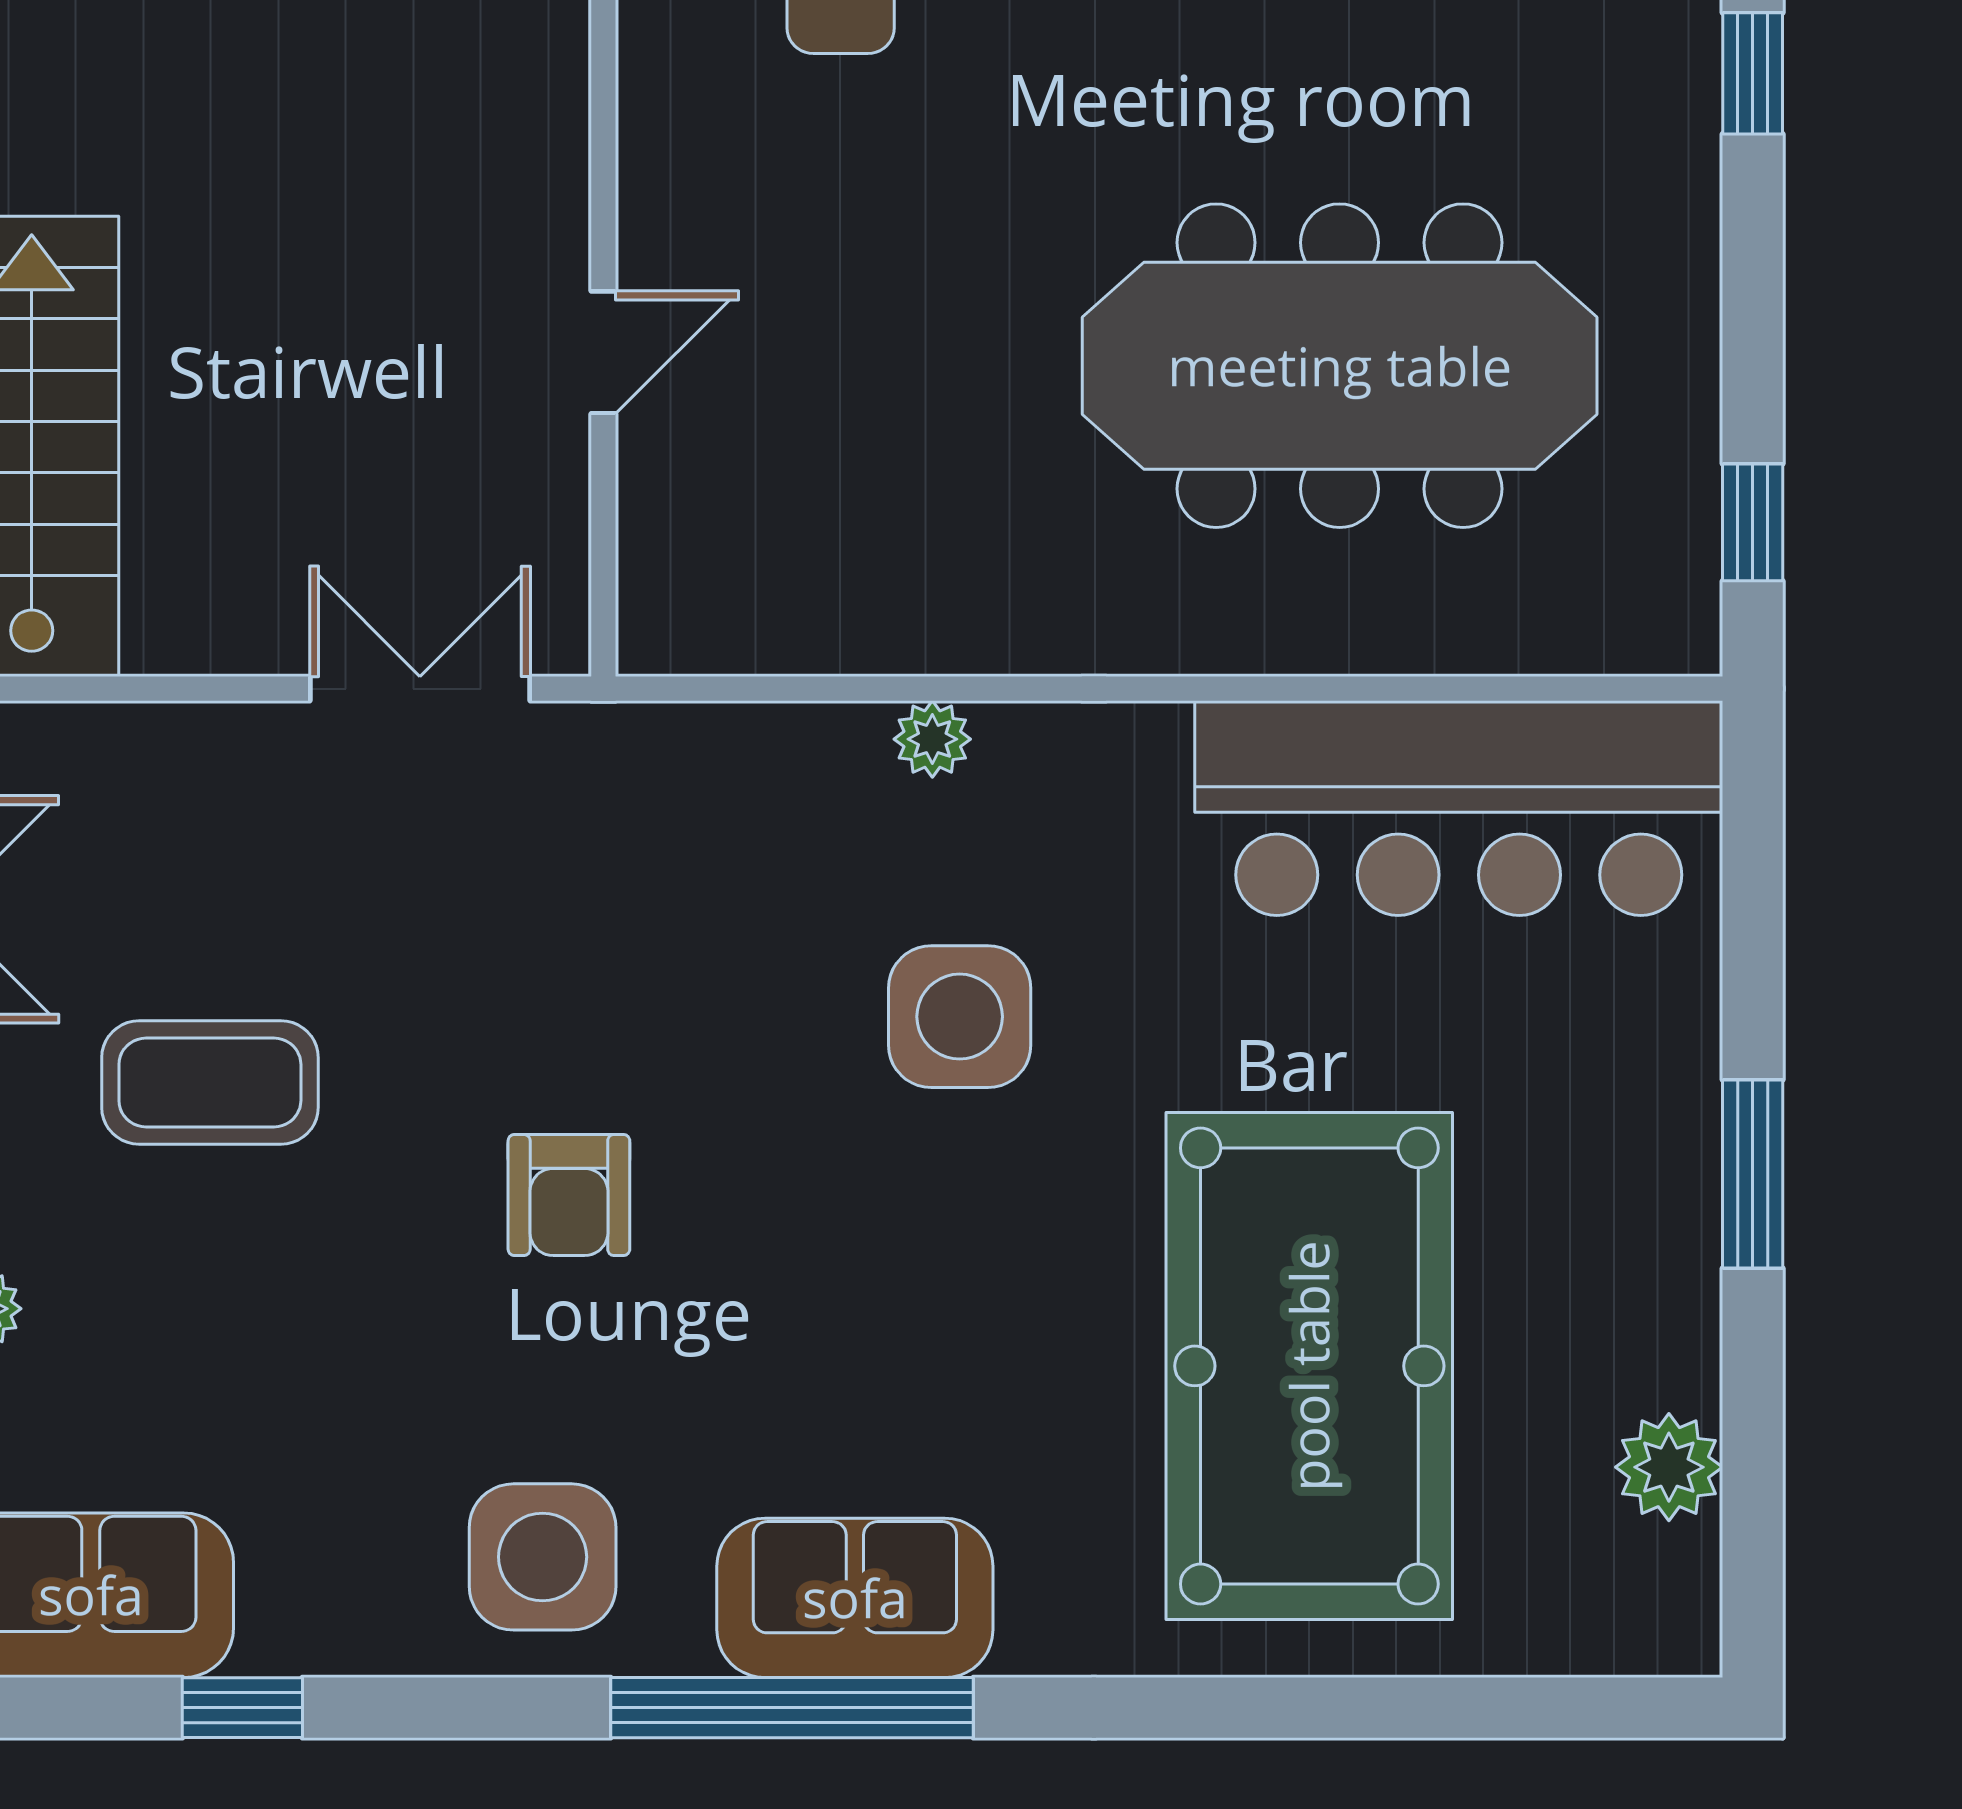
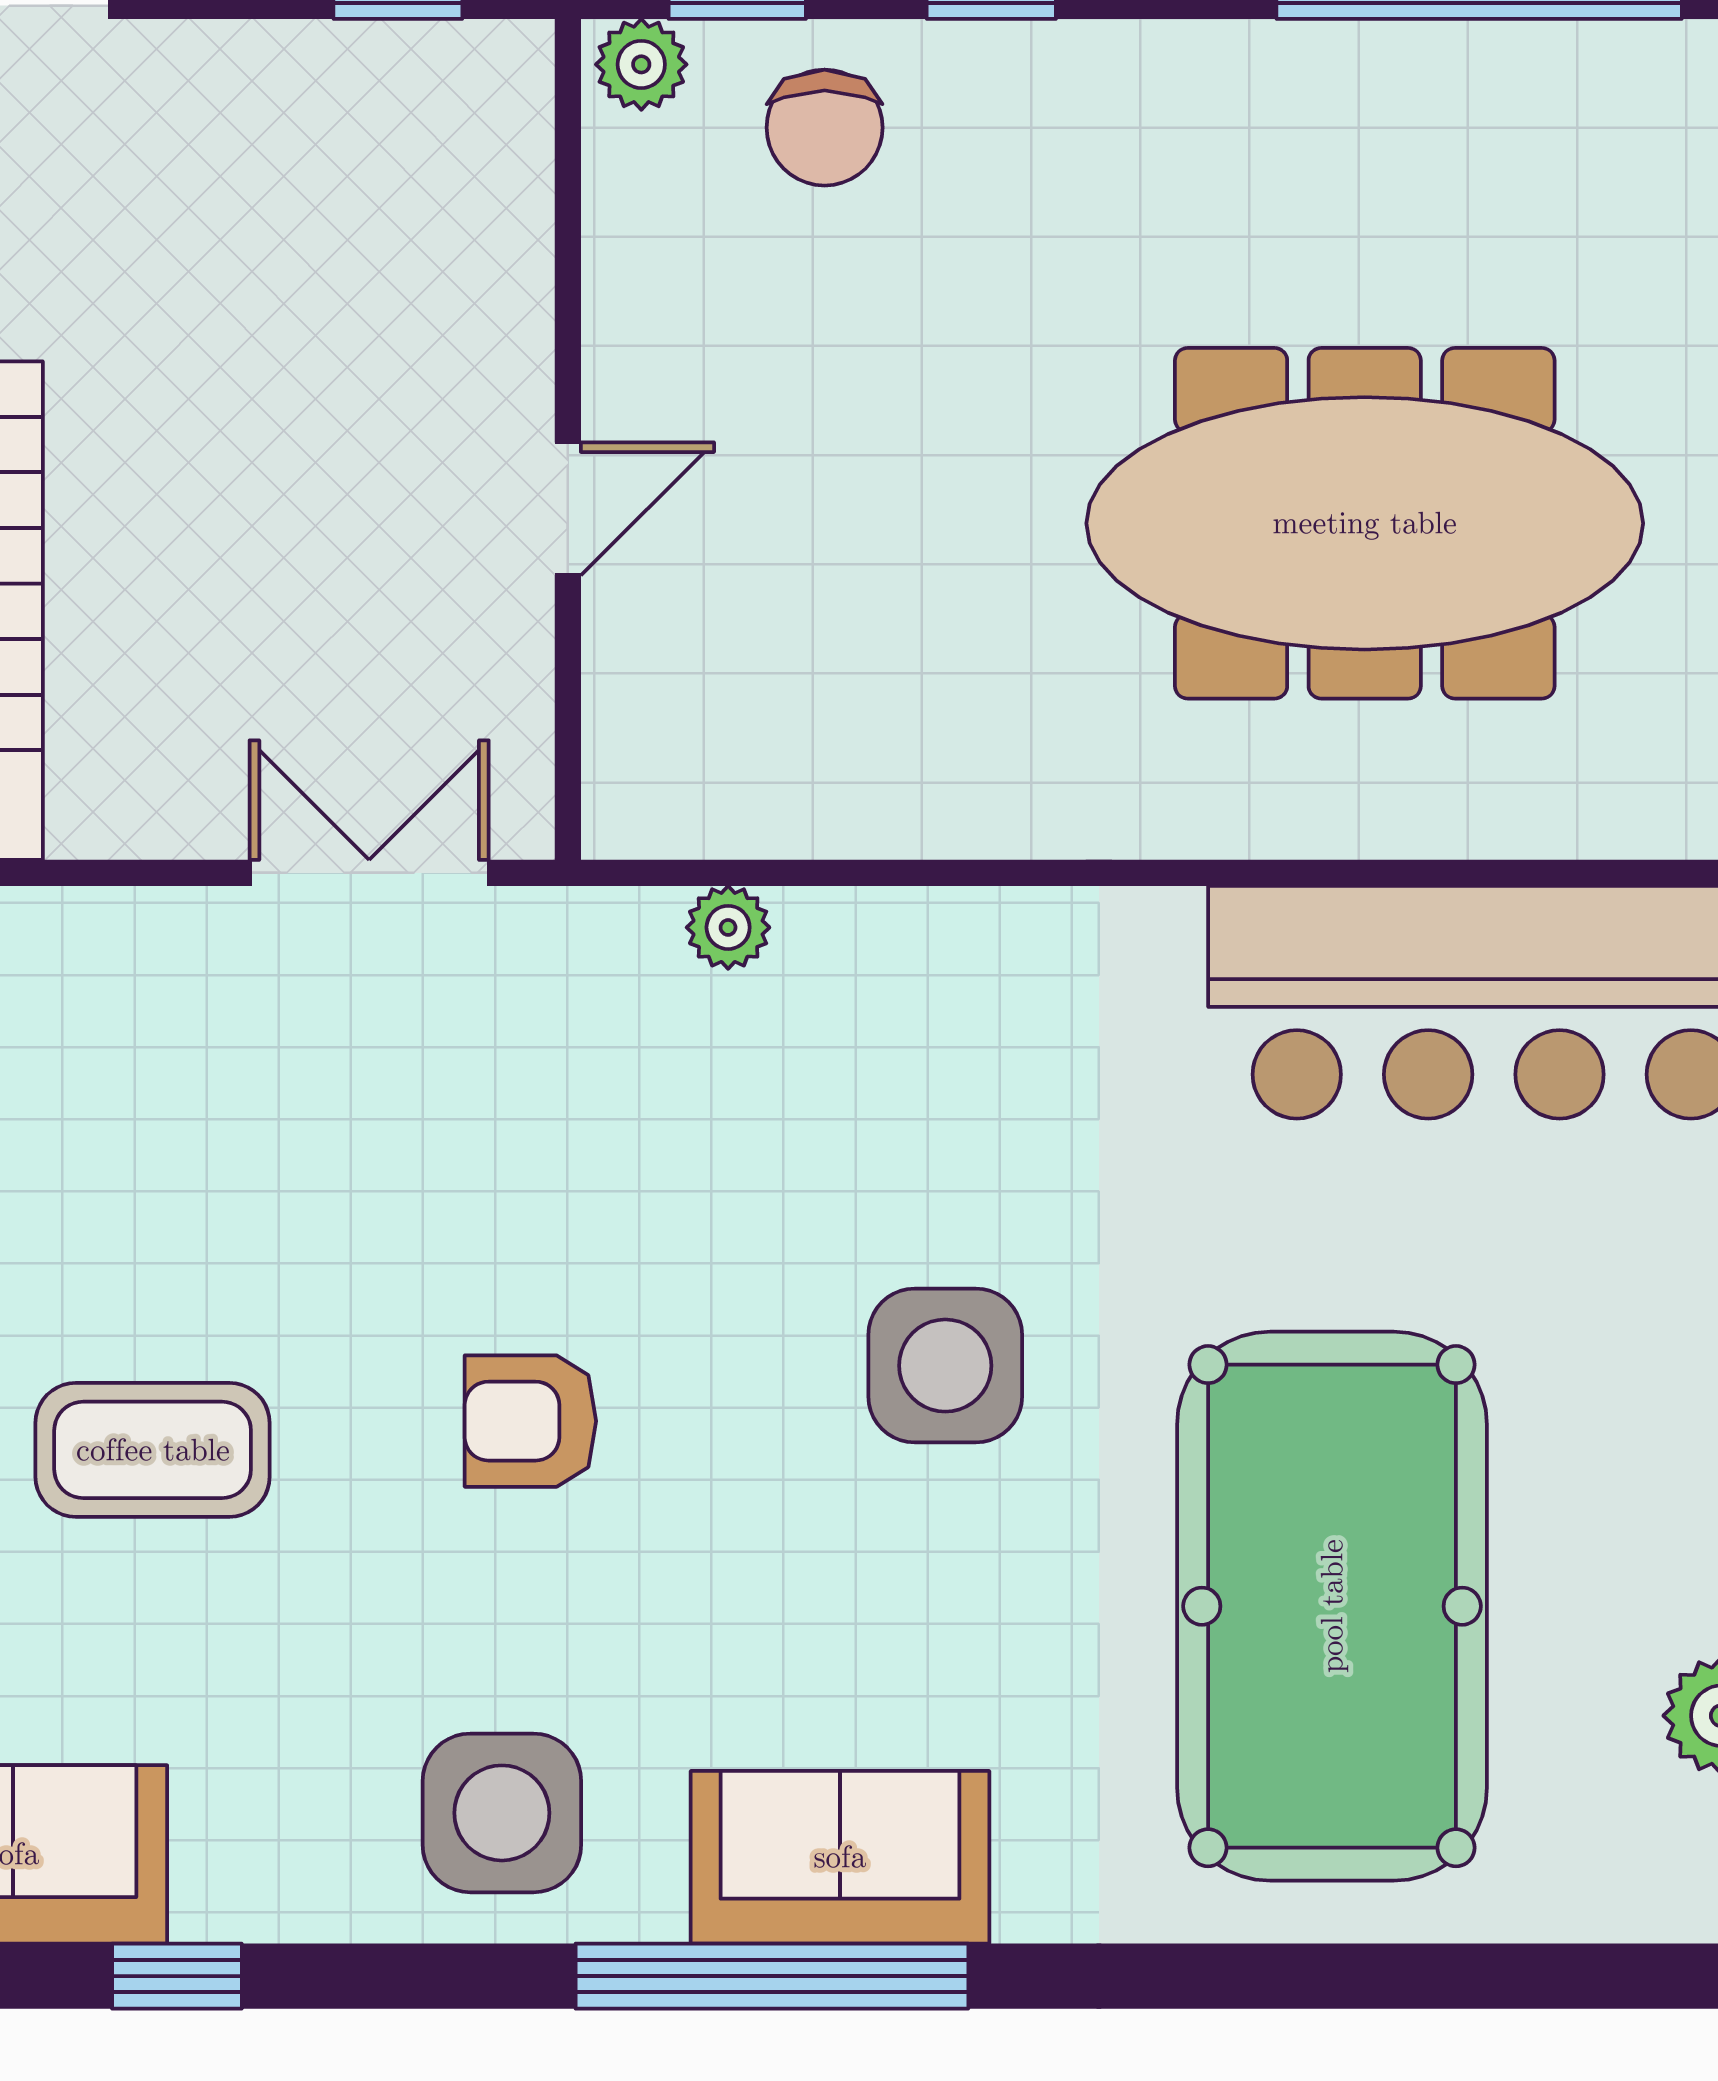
plant: (932, 739) -> (728, 927), moved
side table: (960, 1017) -> (945, 1366), moved
coffee table: (210, 1082) -> (153, 1450), moved
armchair: (569, 1195) -> (530, 1421), turned 90

